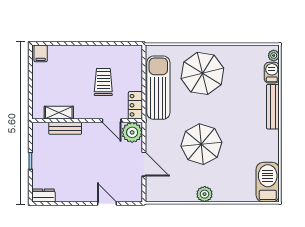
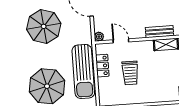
locker: (135, 105) -> (102, 66), moved
plant: (132, 132) -> (99, 37), width x0.53, depth x0.53

